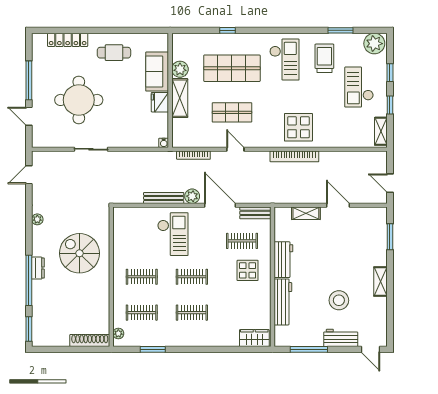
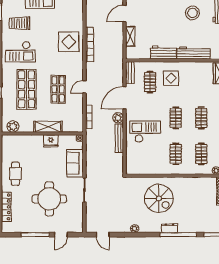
checkout: (284, 60) -> (20, 52), turned 180
plant: (180, 69) -> (13, 127), moved
sofa: (157, 72) -> (75, 163), moved, turned 90
spiral stairs: (79, 253) -> (159, 198), turned -90

